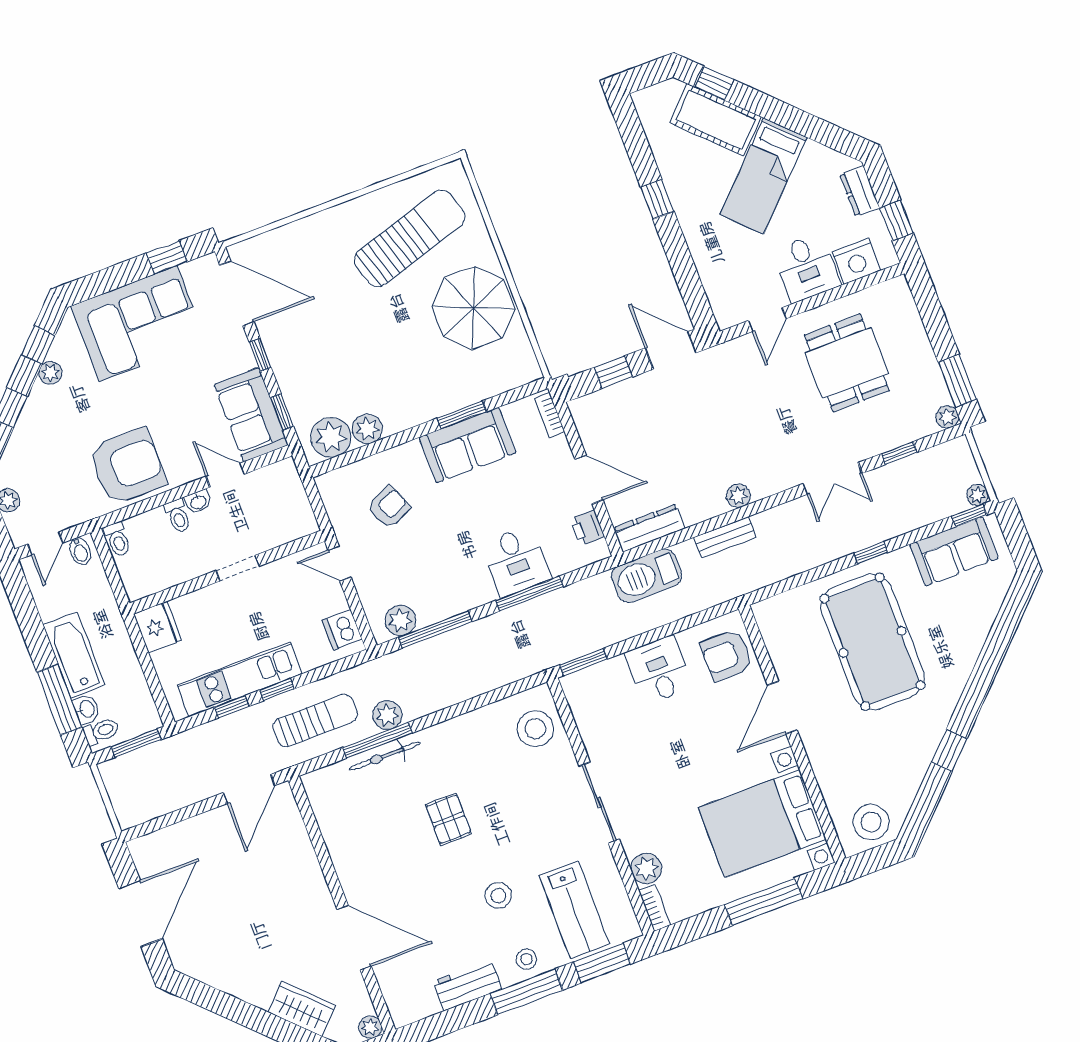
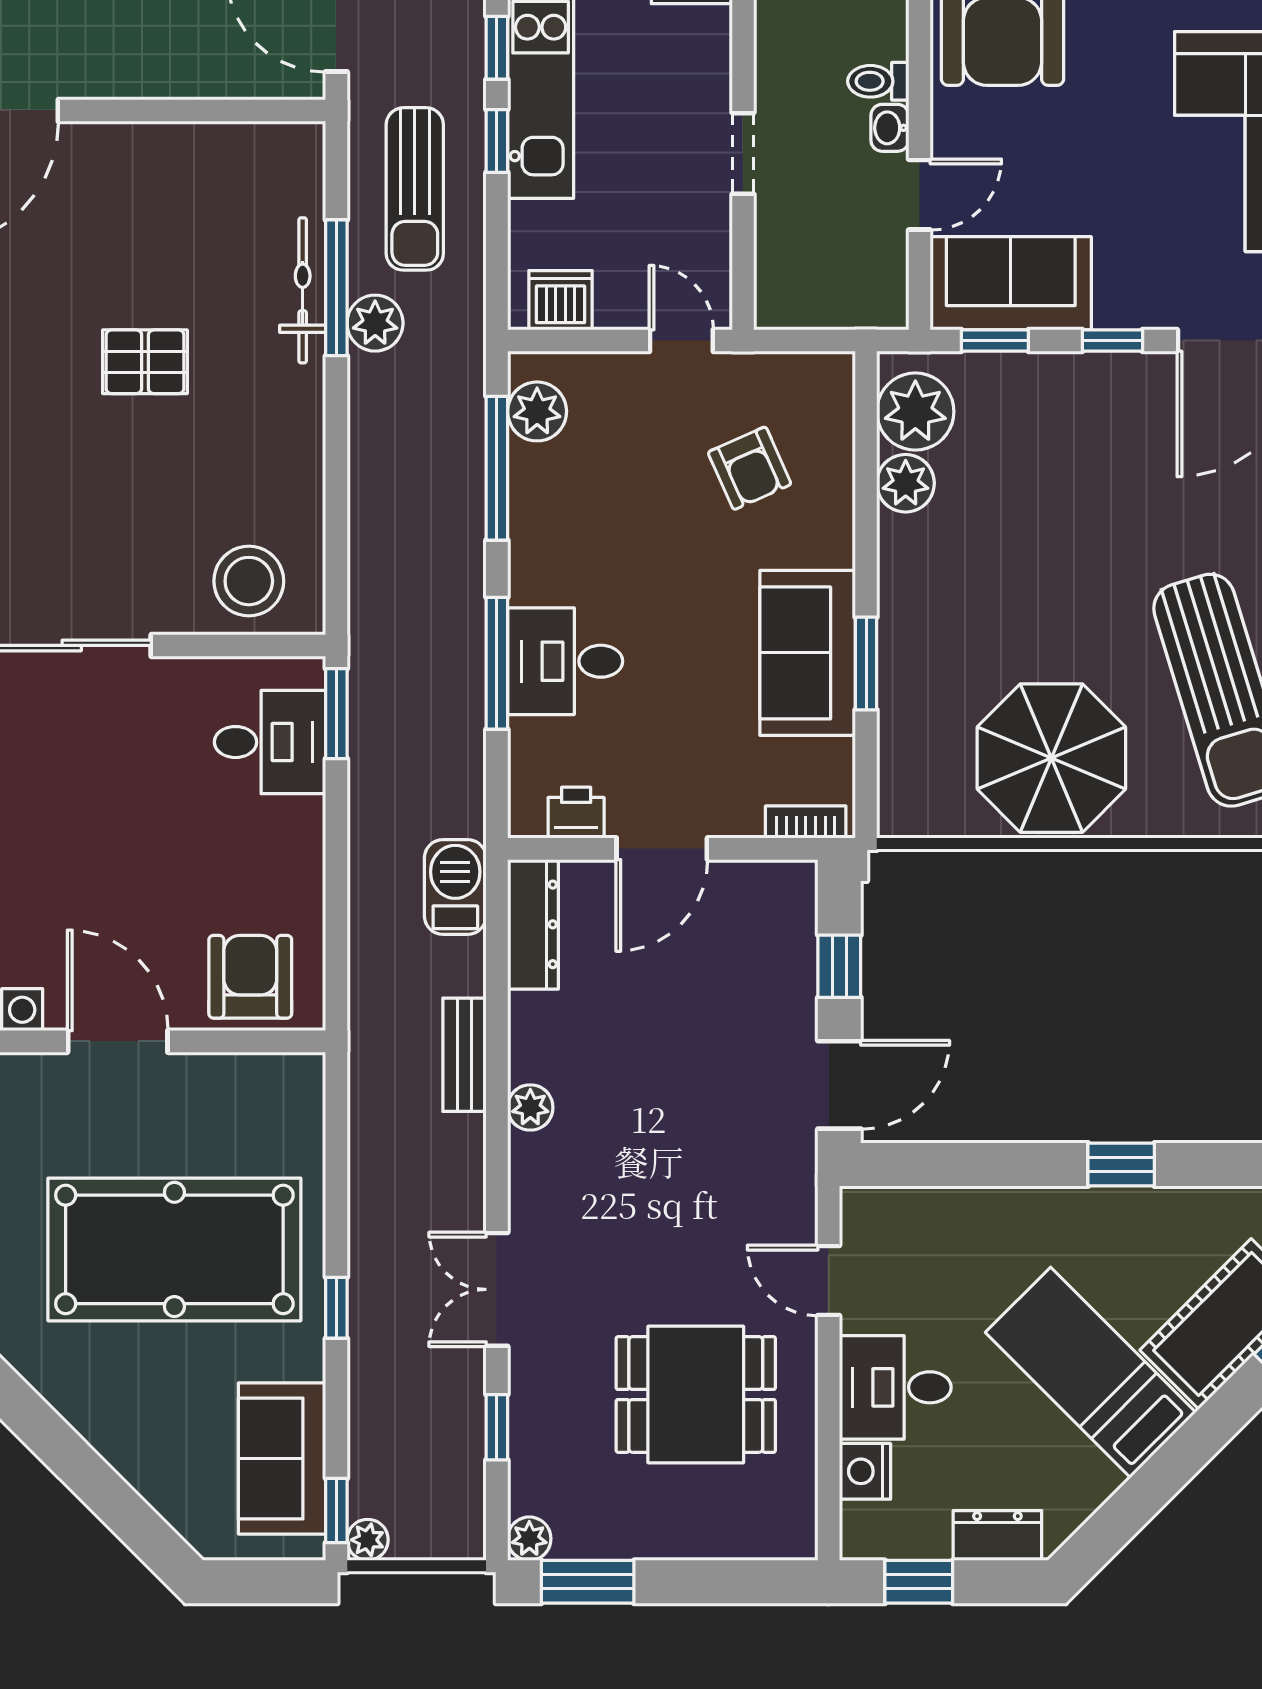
nightstand: (856, 261) -> (865, 1471), width x0.74, depth x0.75
door: (339, 564) -> (681, 341), hinge flipped
barbecue: (647, 576) -> (455, 887), width x0.73, depth x0.83
desk: (659, 670) -> (270, 742), moved

